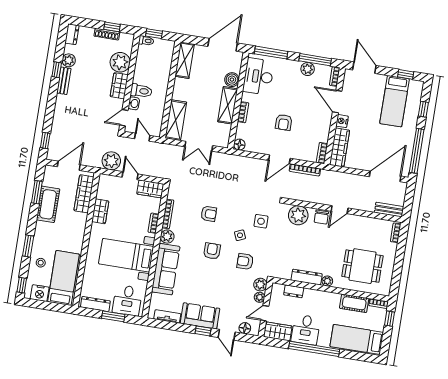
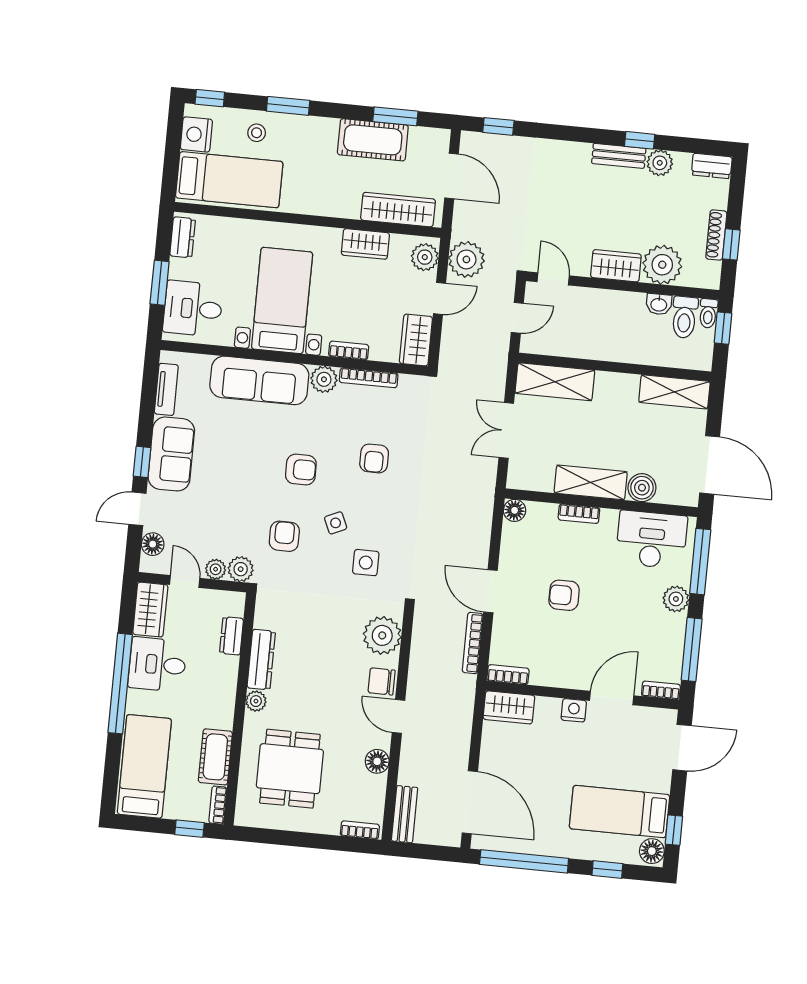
plant: (308, 69) -> (676, 599), moved
floor lamp: (416, 86) -> (652, 851), added
toilet: (141, 91) -> (684, 317), moved
washbasin: (134, 103) -> (659, 304), moved
wardrobe: (340, 147) -> (509, 707), width x0.67
plant: (109, 182) -> (425, 257), added
floor lamp: (362, 222) -> (377, 761), added
dresser: (95, 304) -> (183, 237), width x0.70

